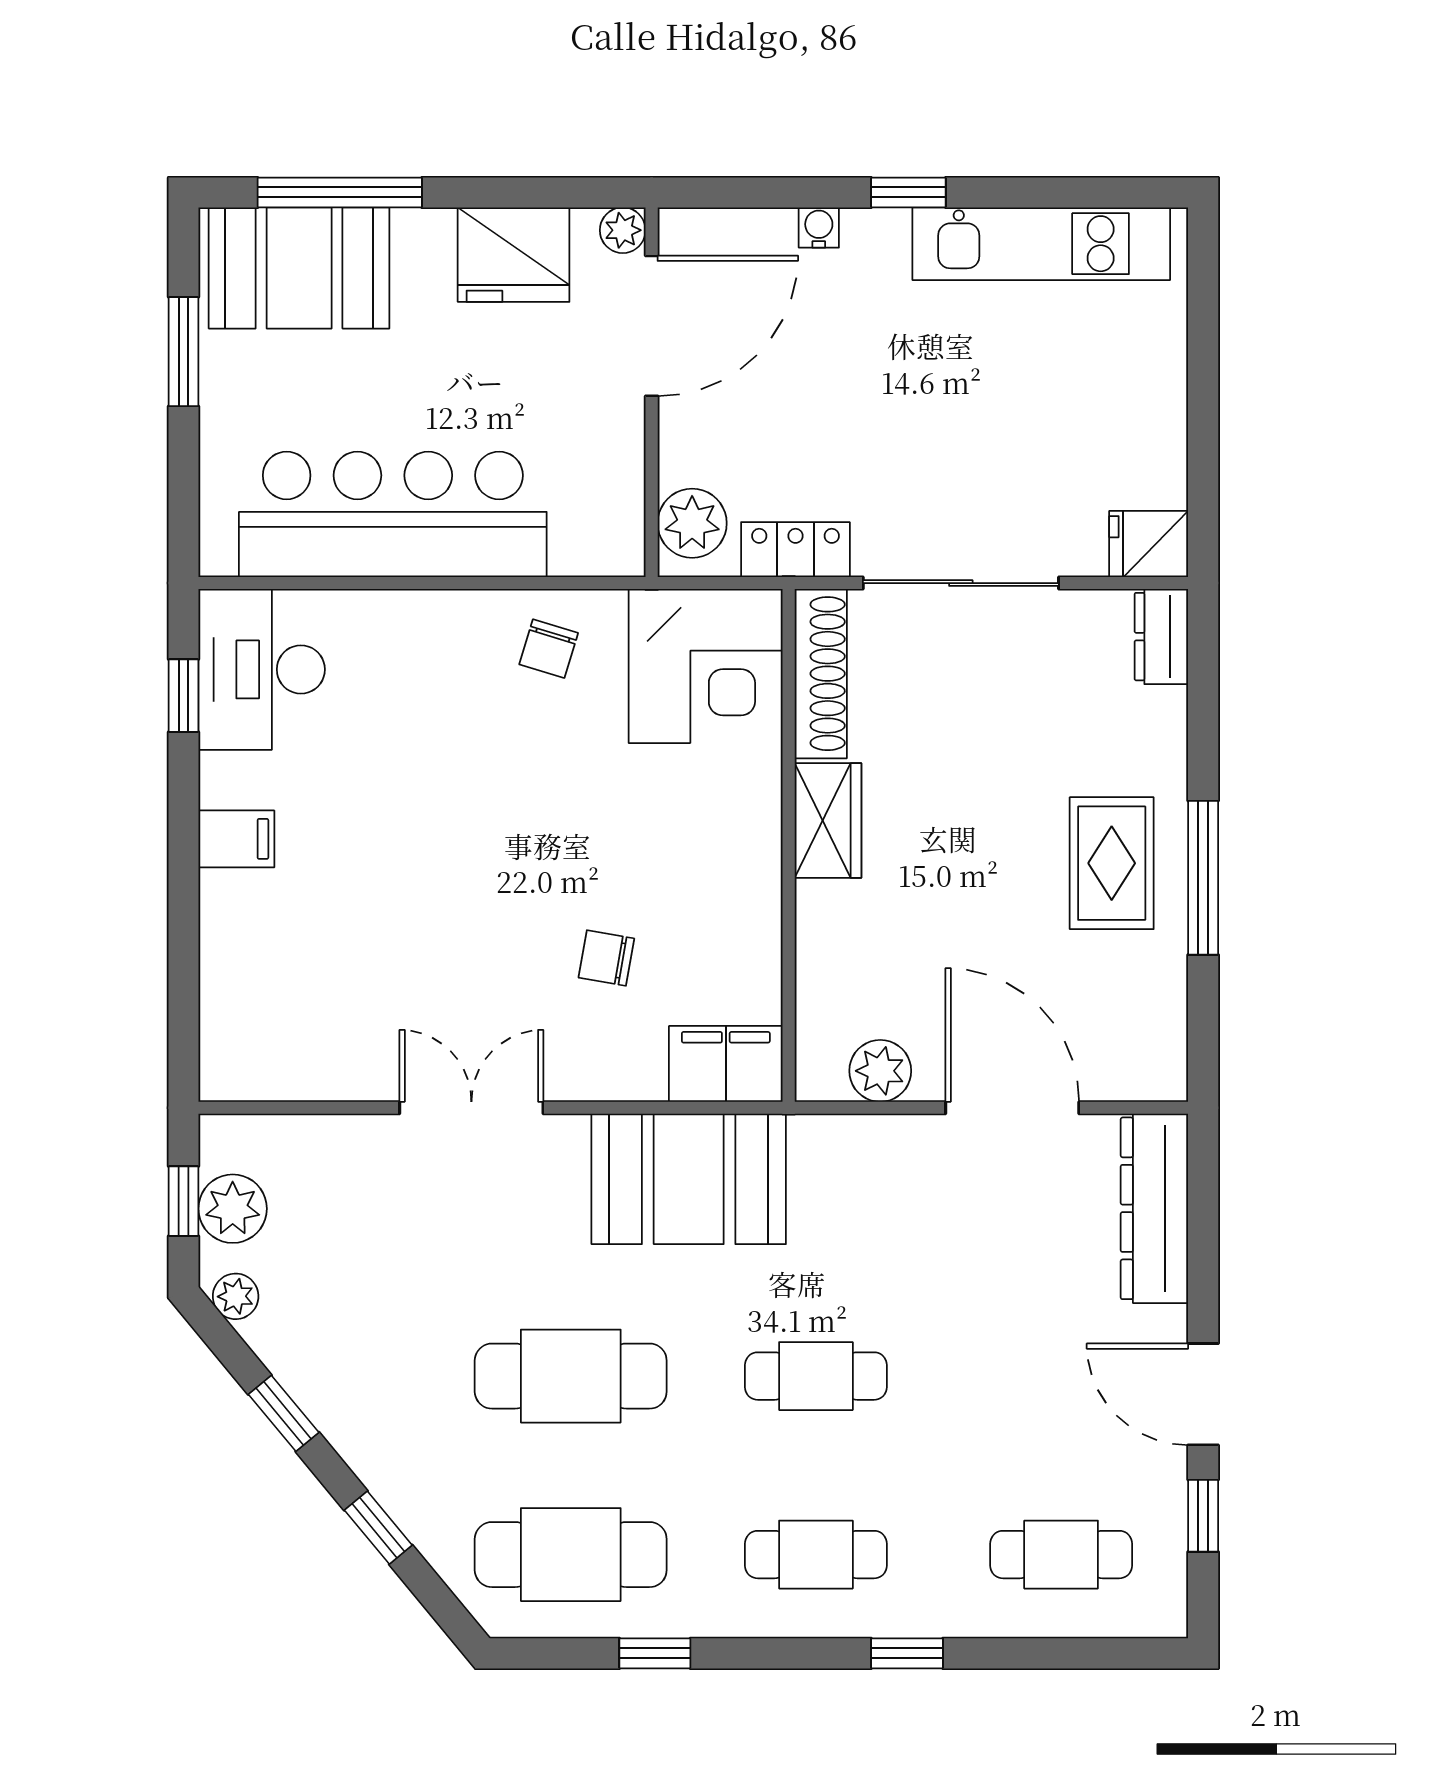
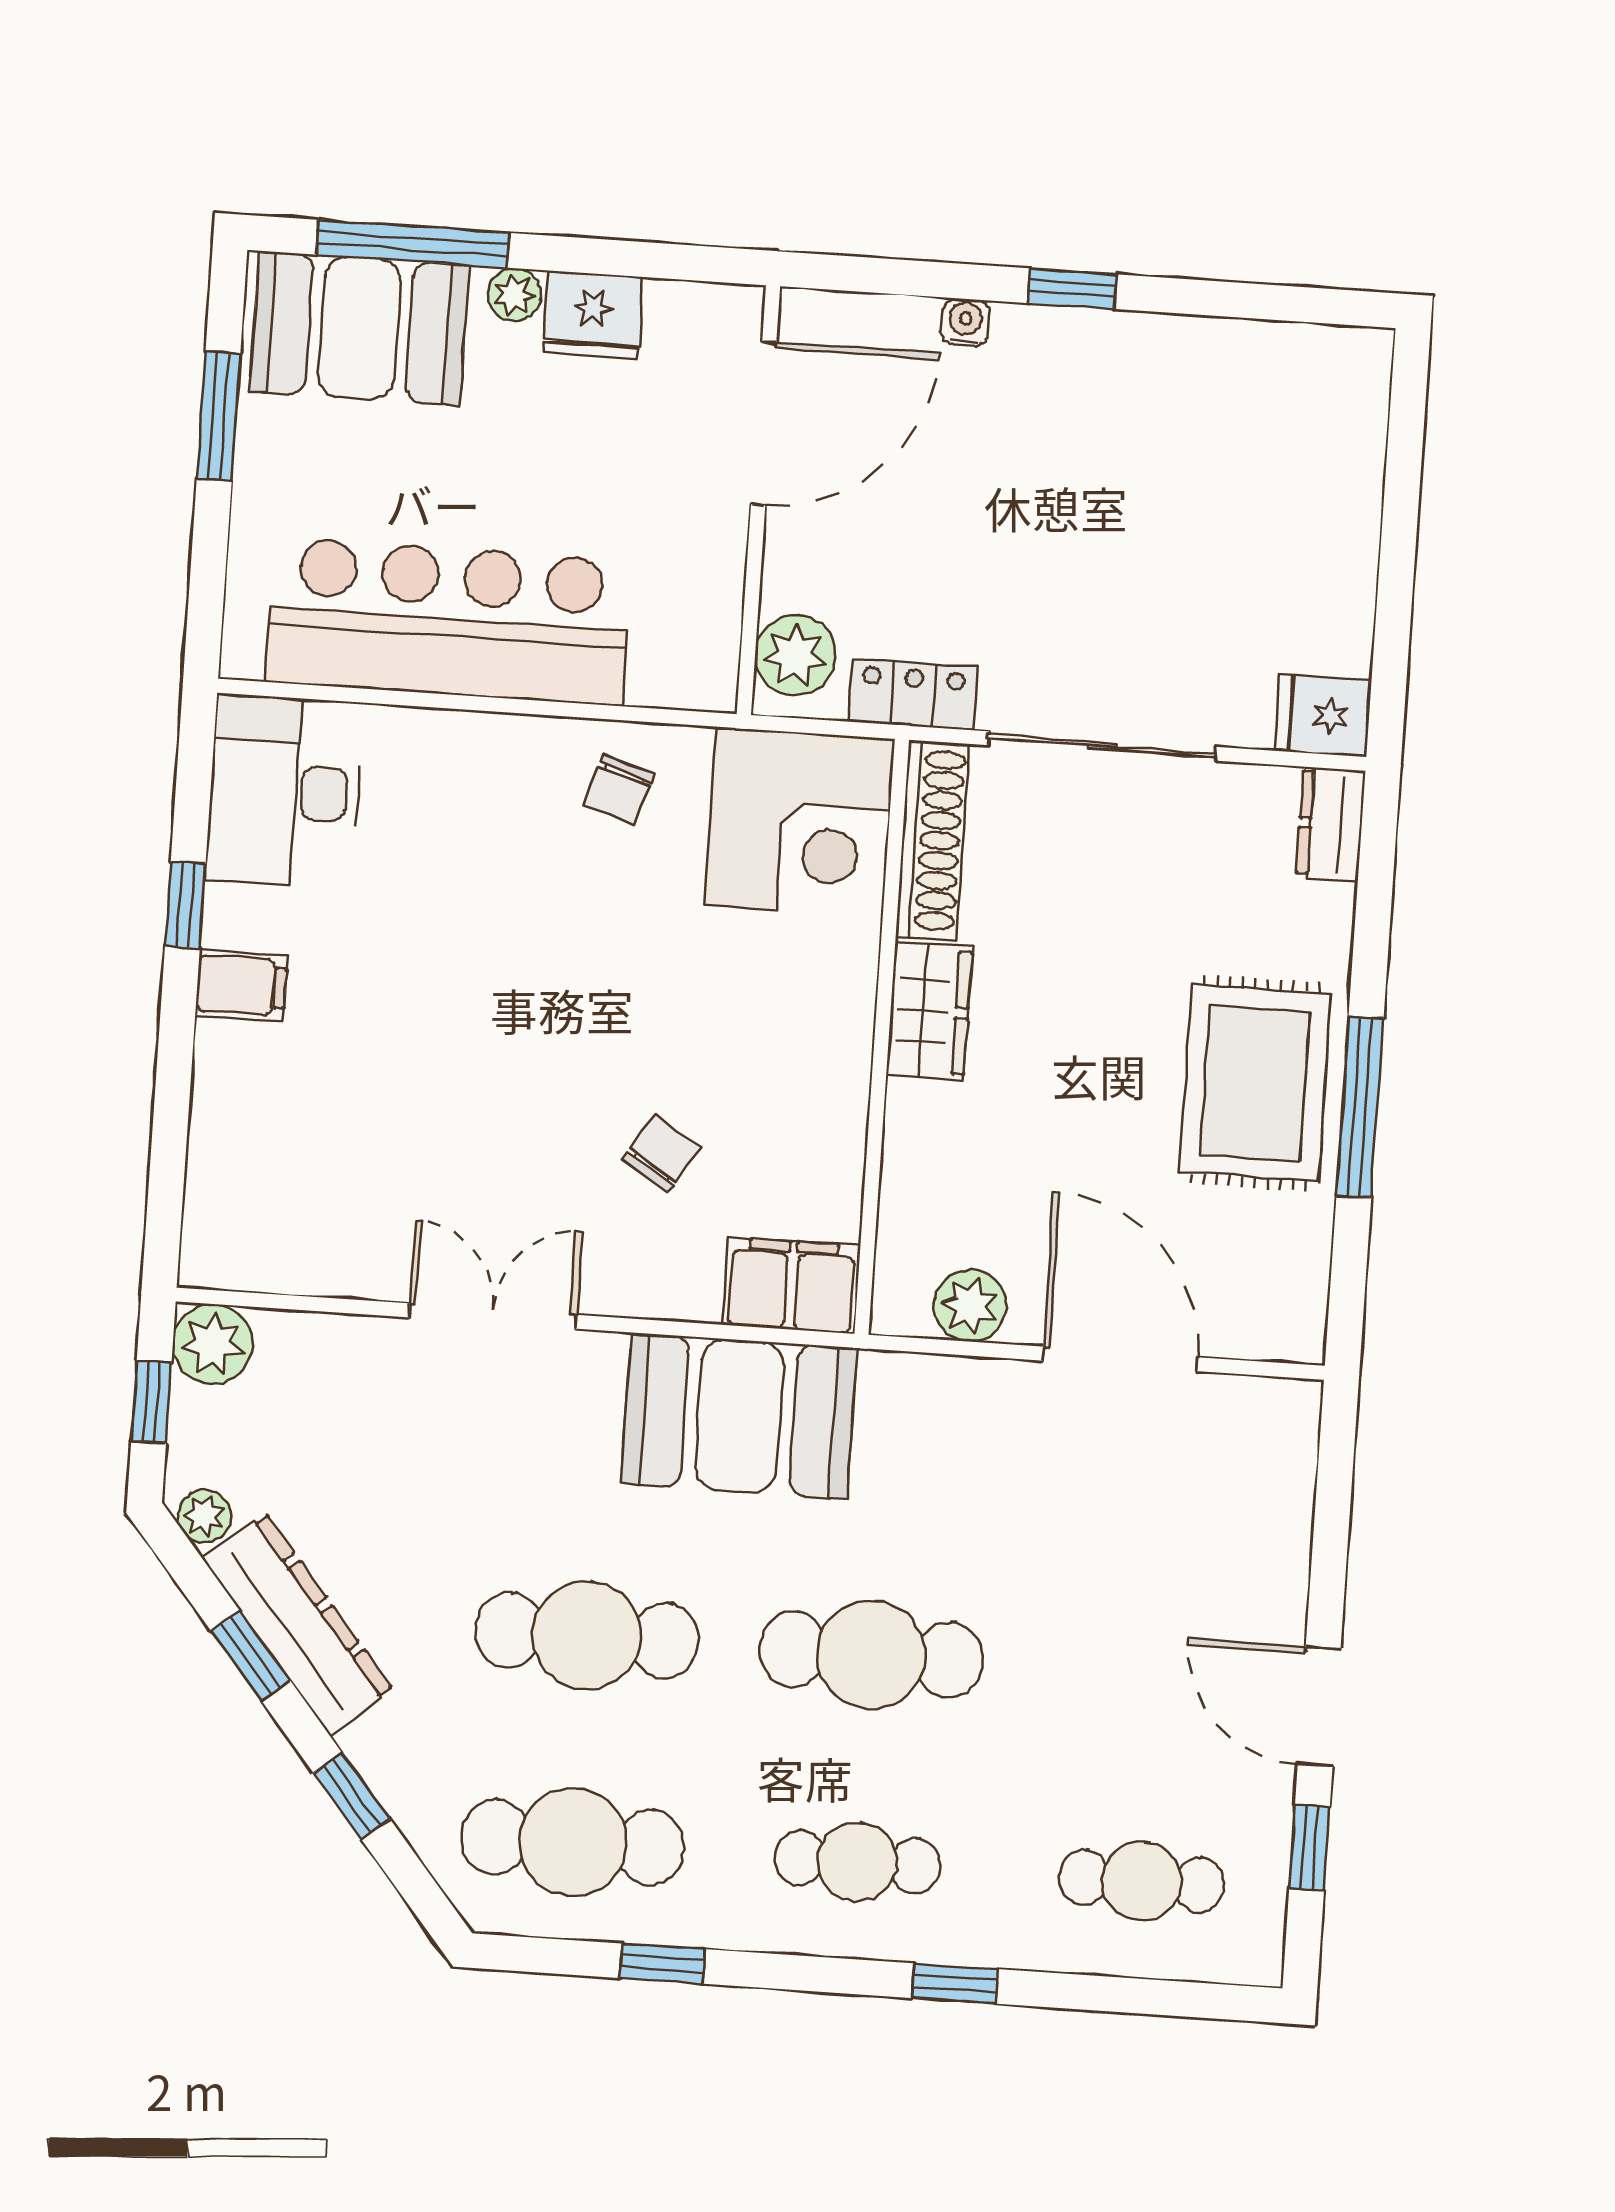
plant: (623, 230) -> (514, 295), moved
kitchen unit: (1041, 244) -> (1222, 359), removed
fridge: (514, 255) -> (593, 315), width x0.73, depth x0.75
window: (183, 696) -> (185, 905), moved
rug: (1112, 863) -> (1255, 1083), width x1.36, depth x1.43
chair: (606, 958) -> (661, 1153), turned 112
dresser: (1154, 1208) -> (298, 1624), moved, turned 140
plant: (233, 1209) -> (213, 1344), moved
cafe table: (816, 1376) -> (871, 1655), width x1.37, depth x1.35

